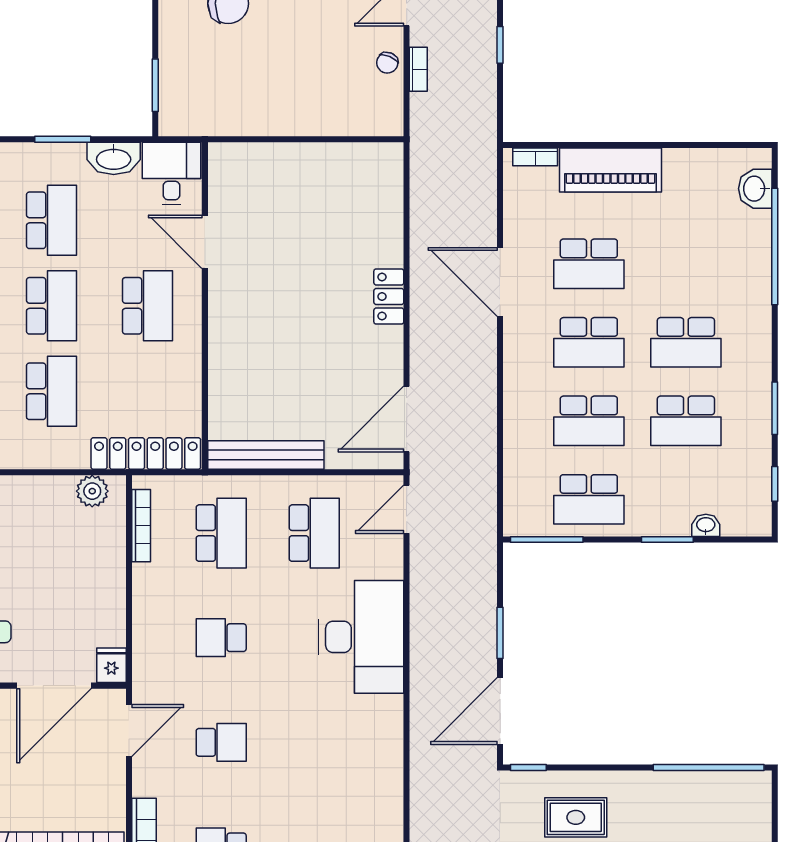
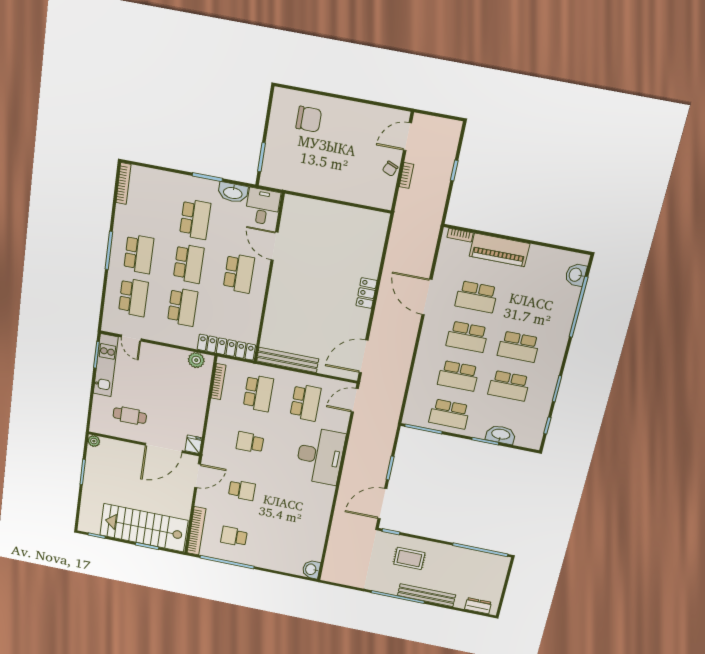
washbasin: (706, 525) -> (501, 435), width x1.91, depth x1.45

